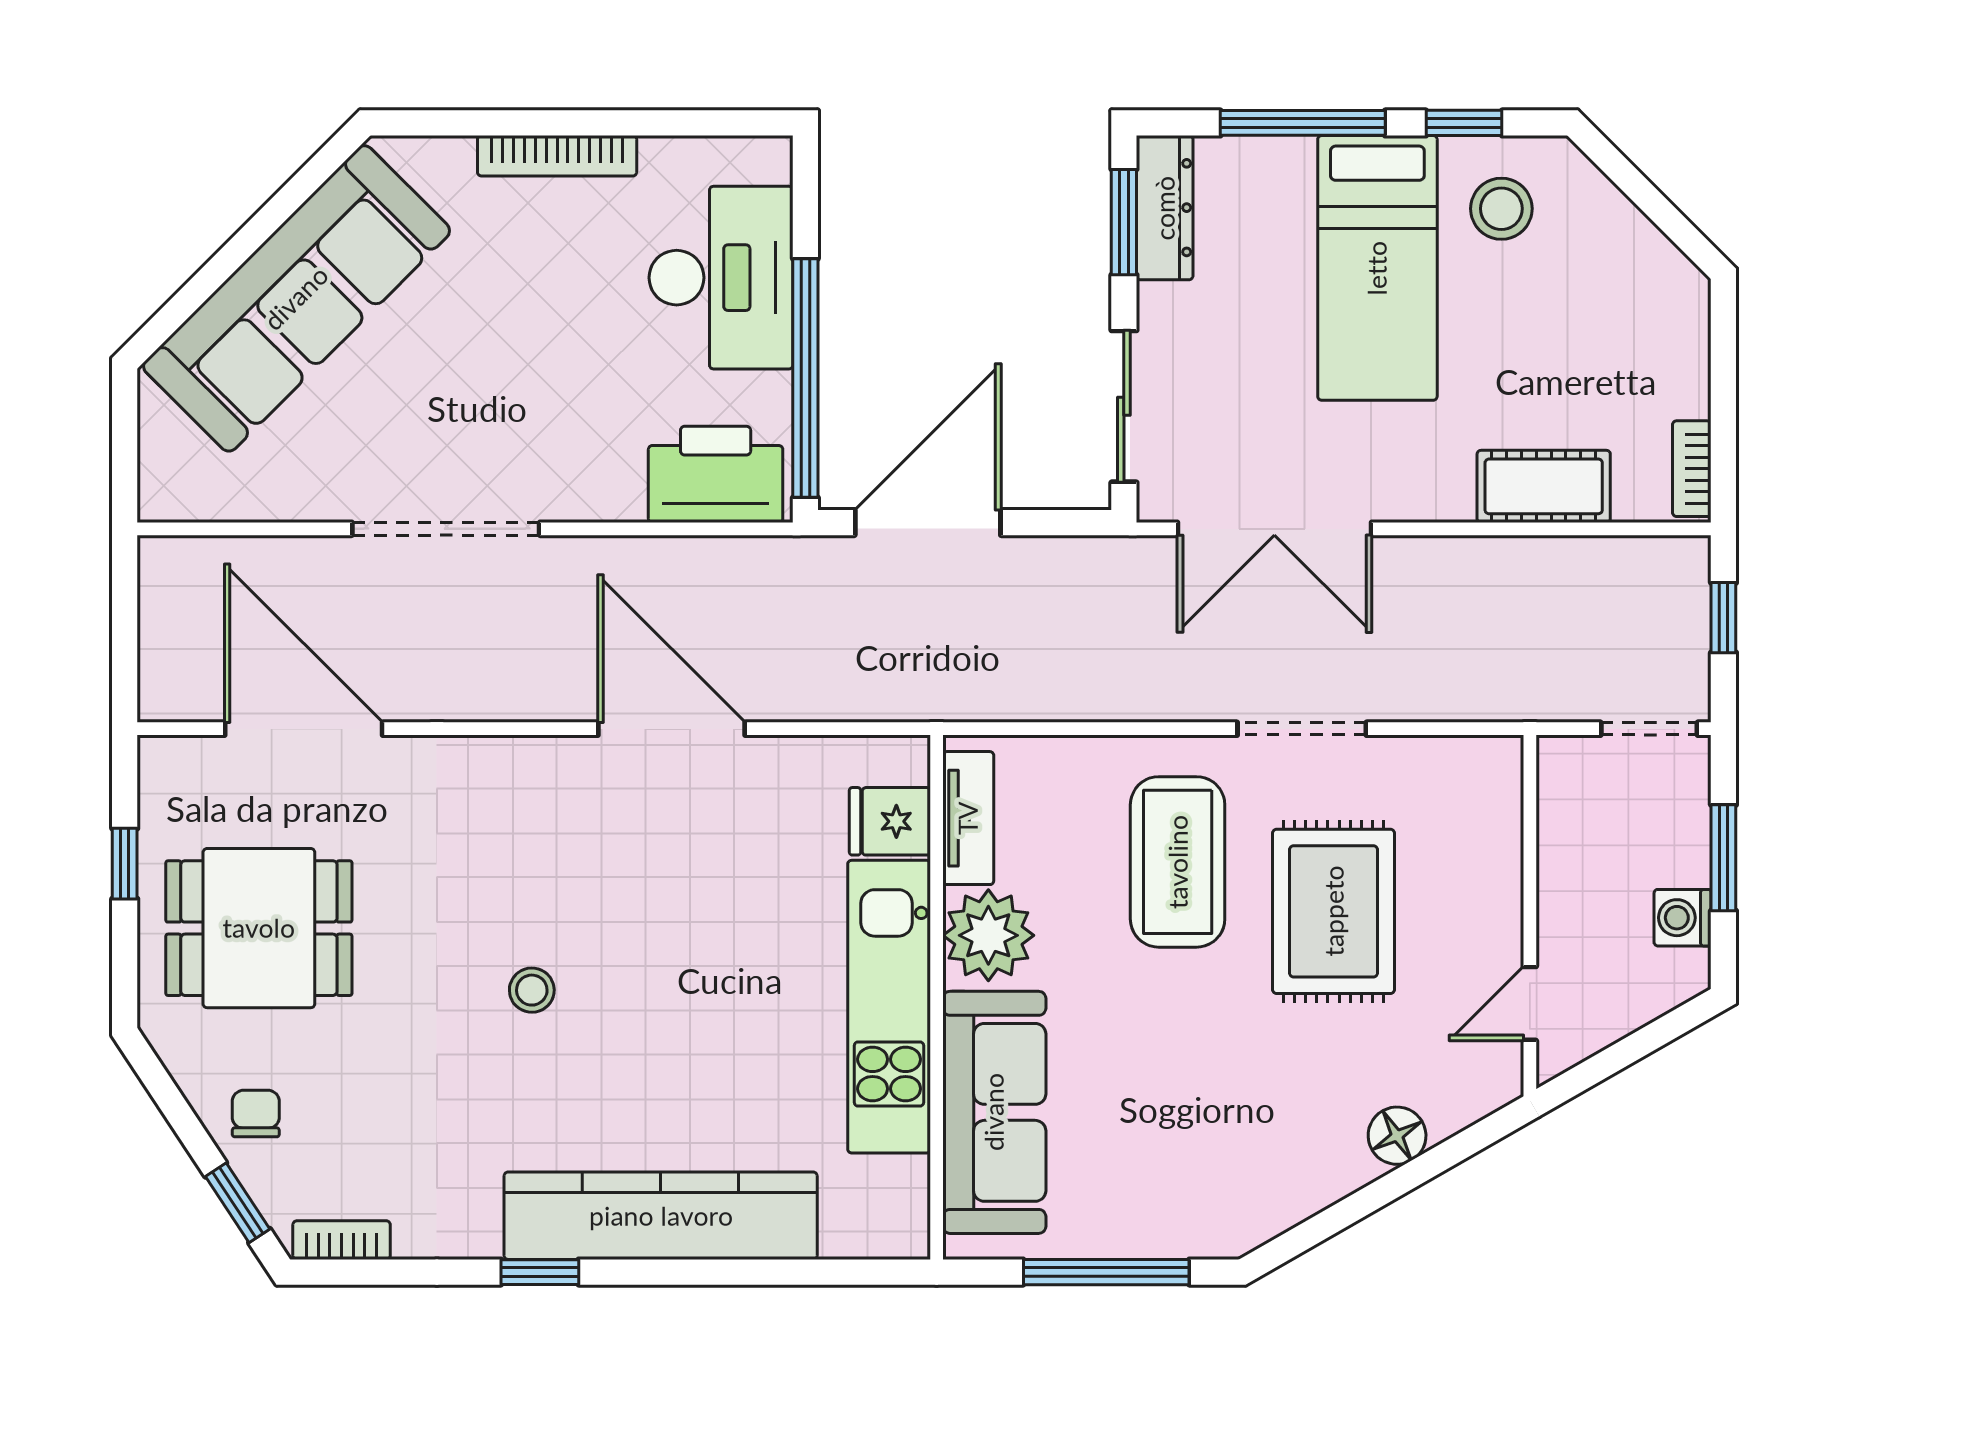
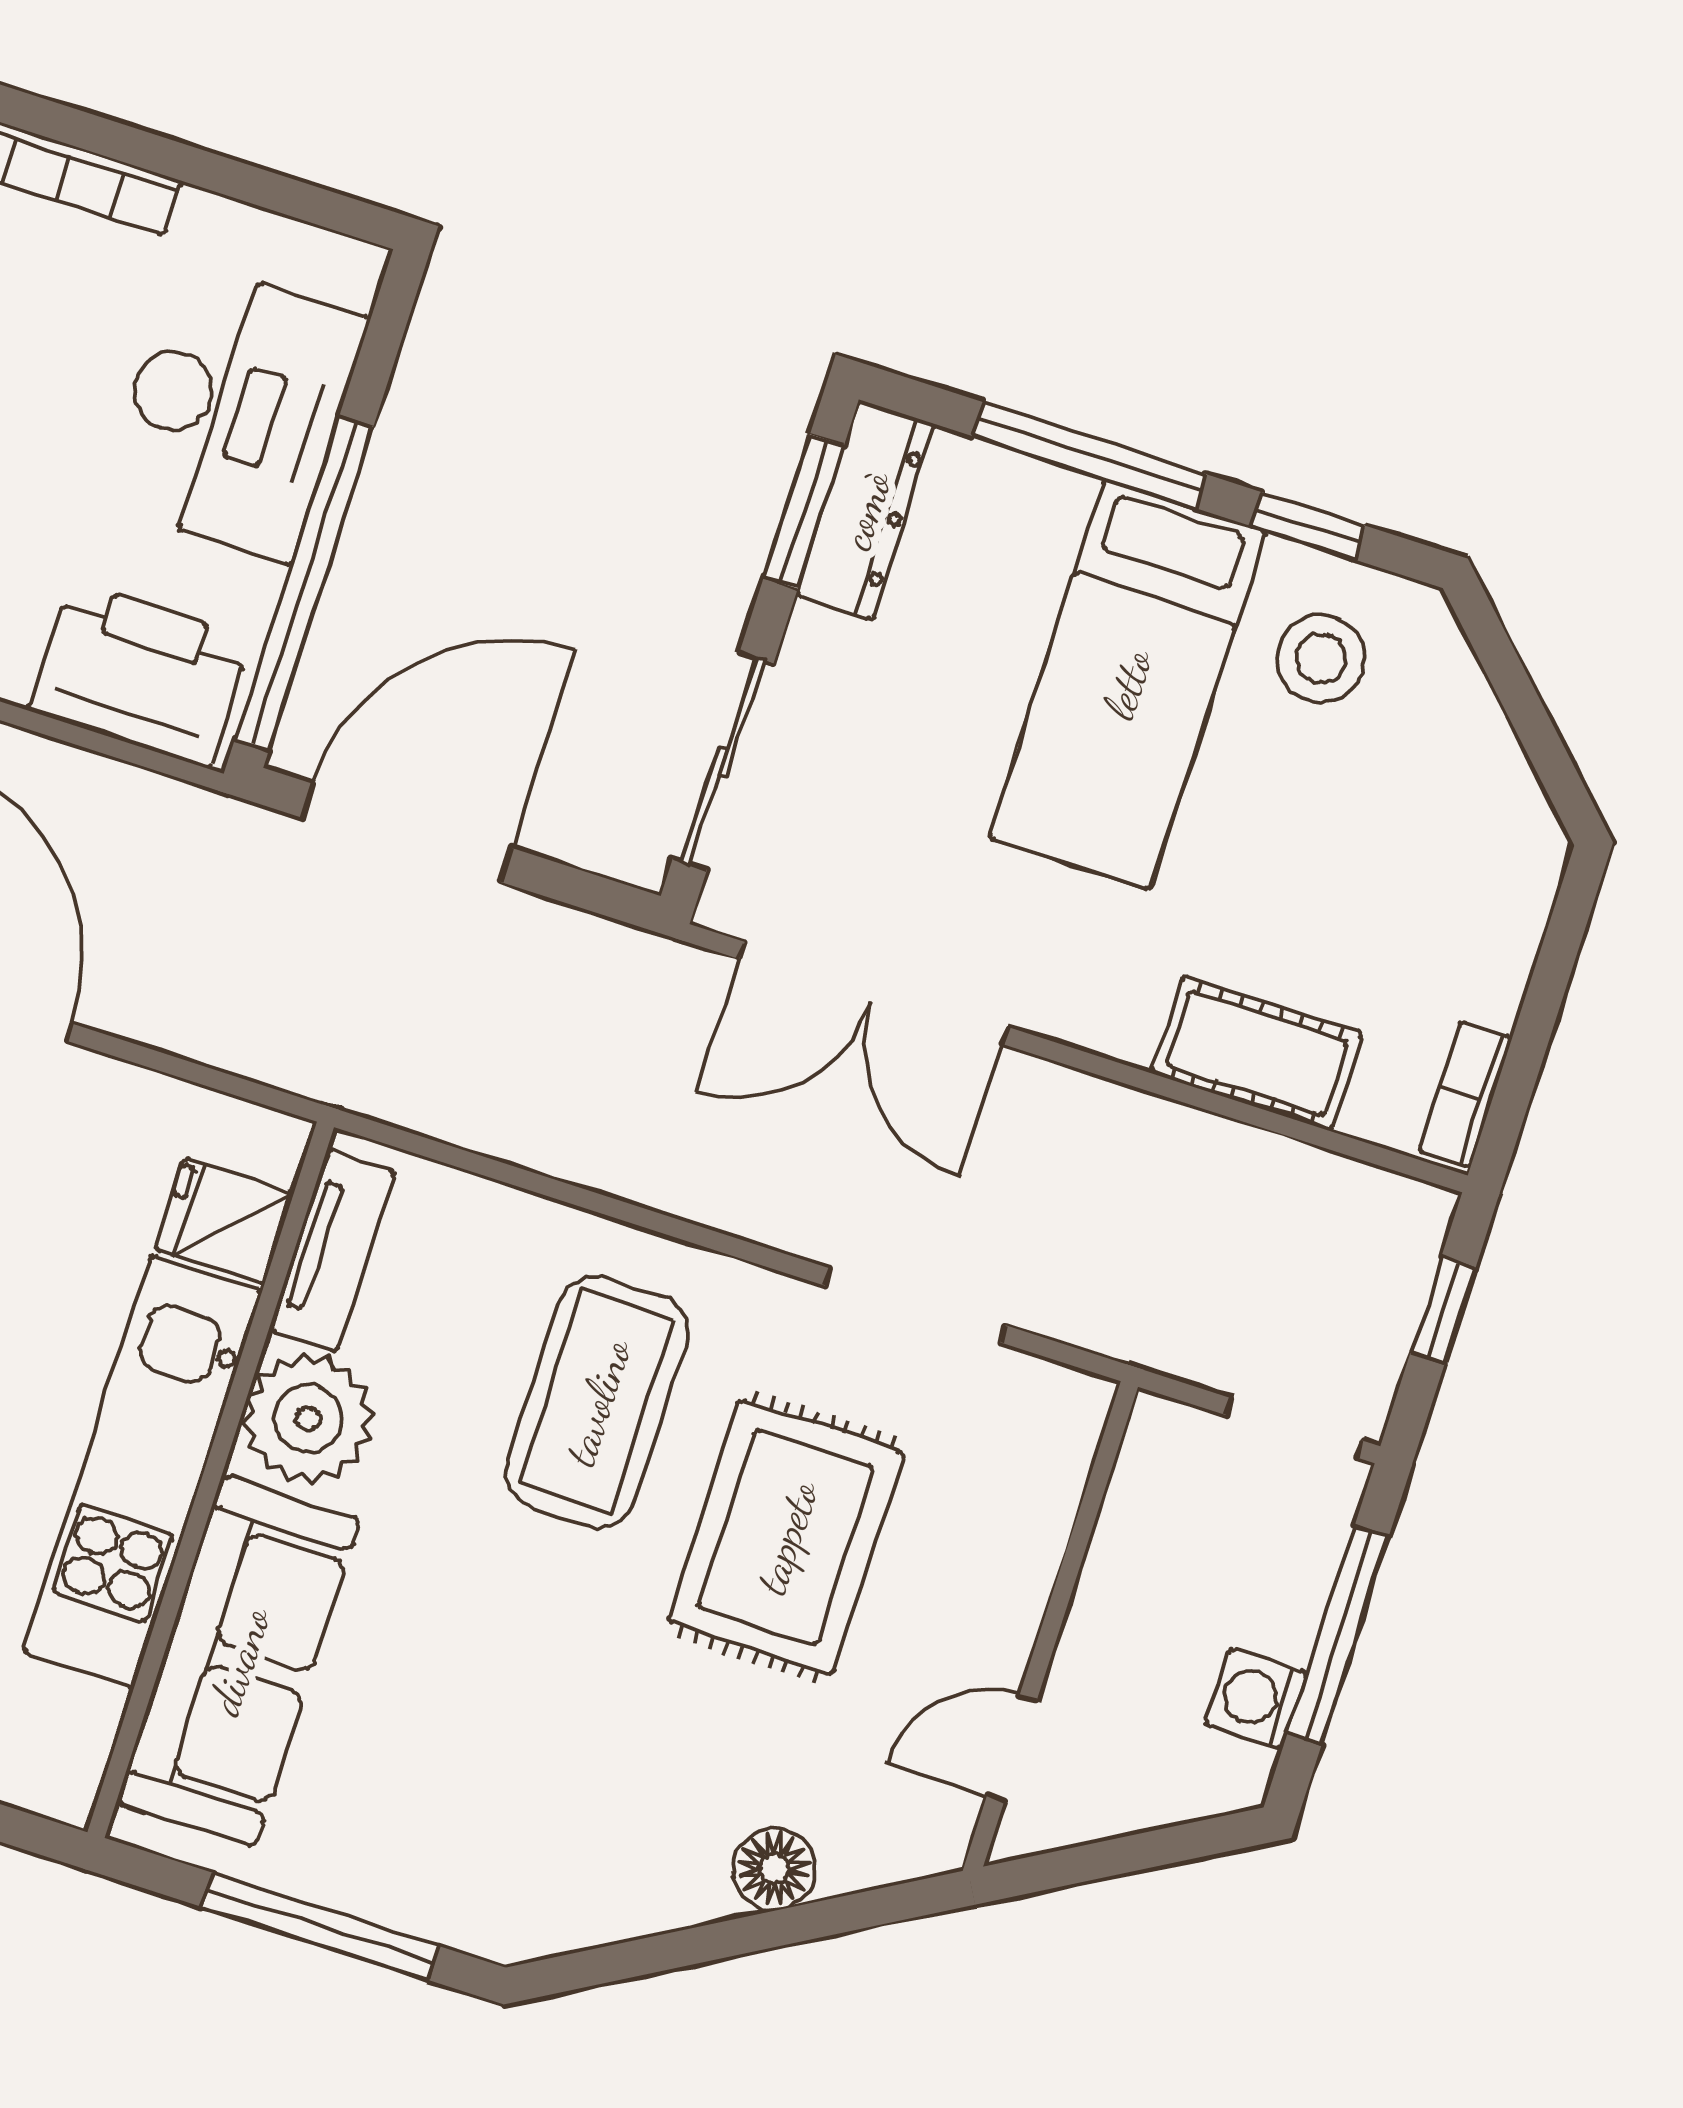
doorway: (1302, 729) -> (915, 1306), moved
window: (1723, 858) -> (1338, 1635), width x1.44

